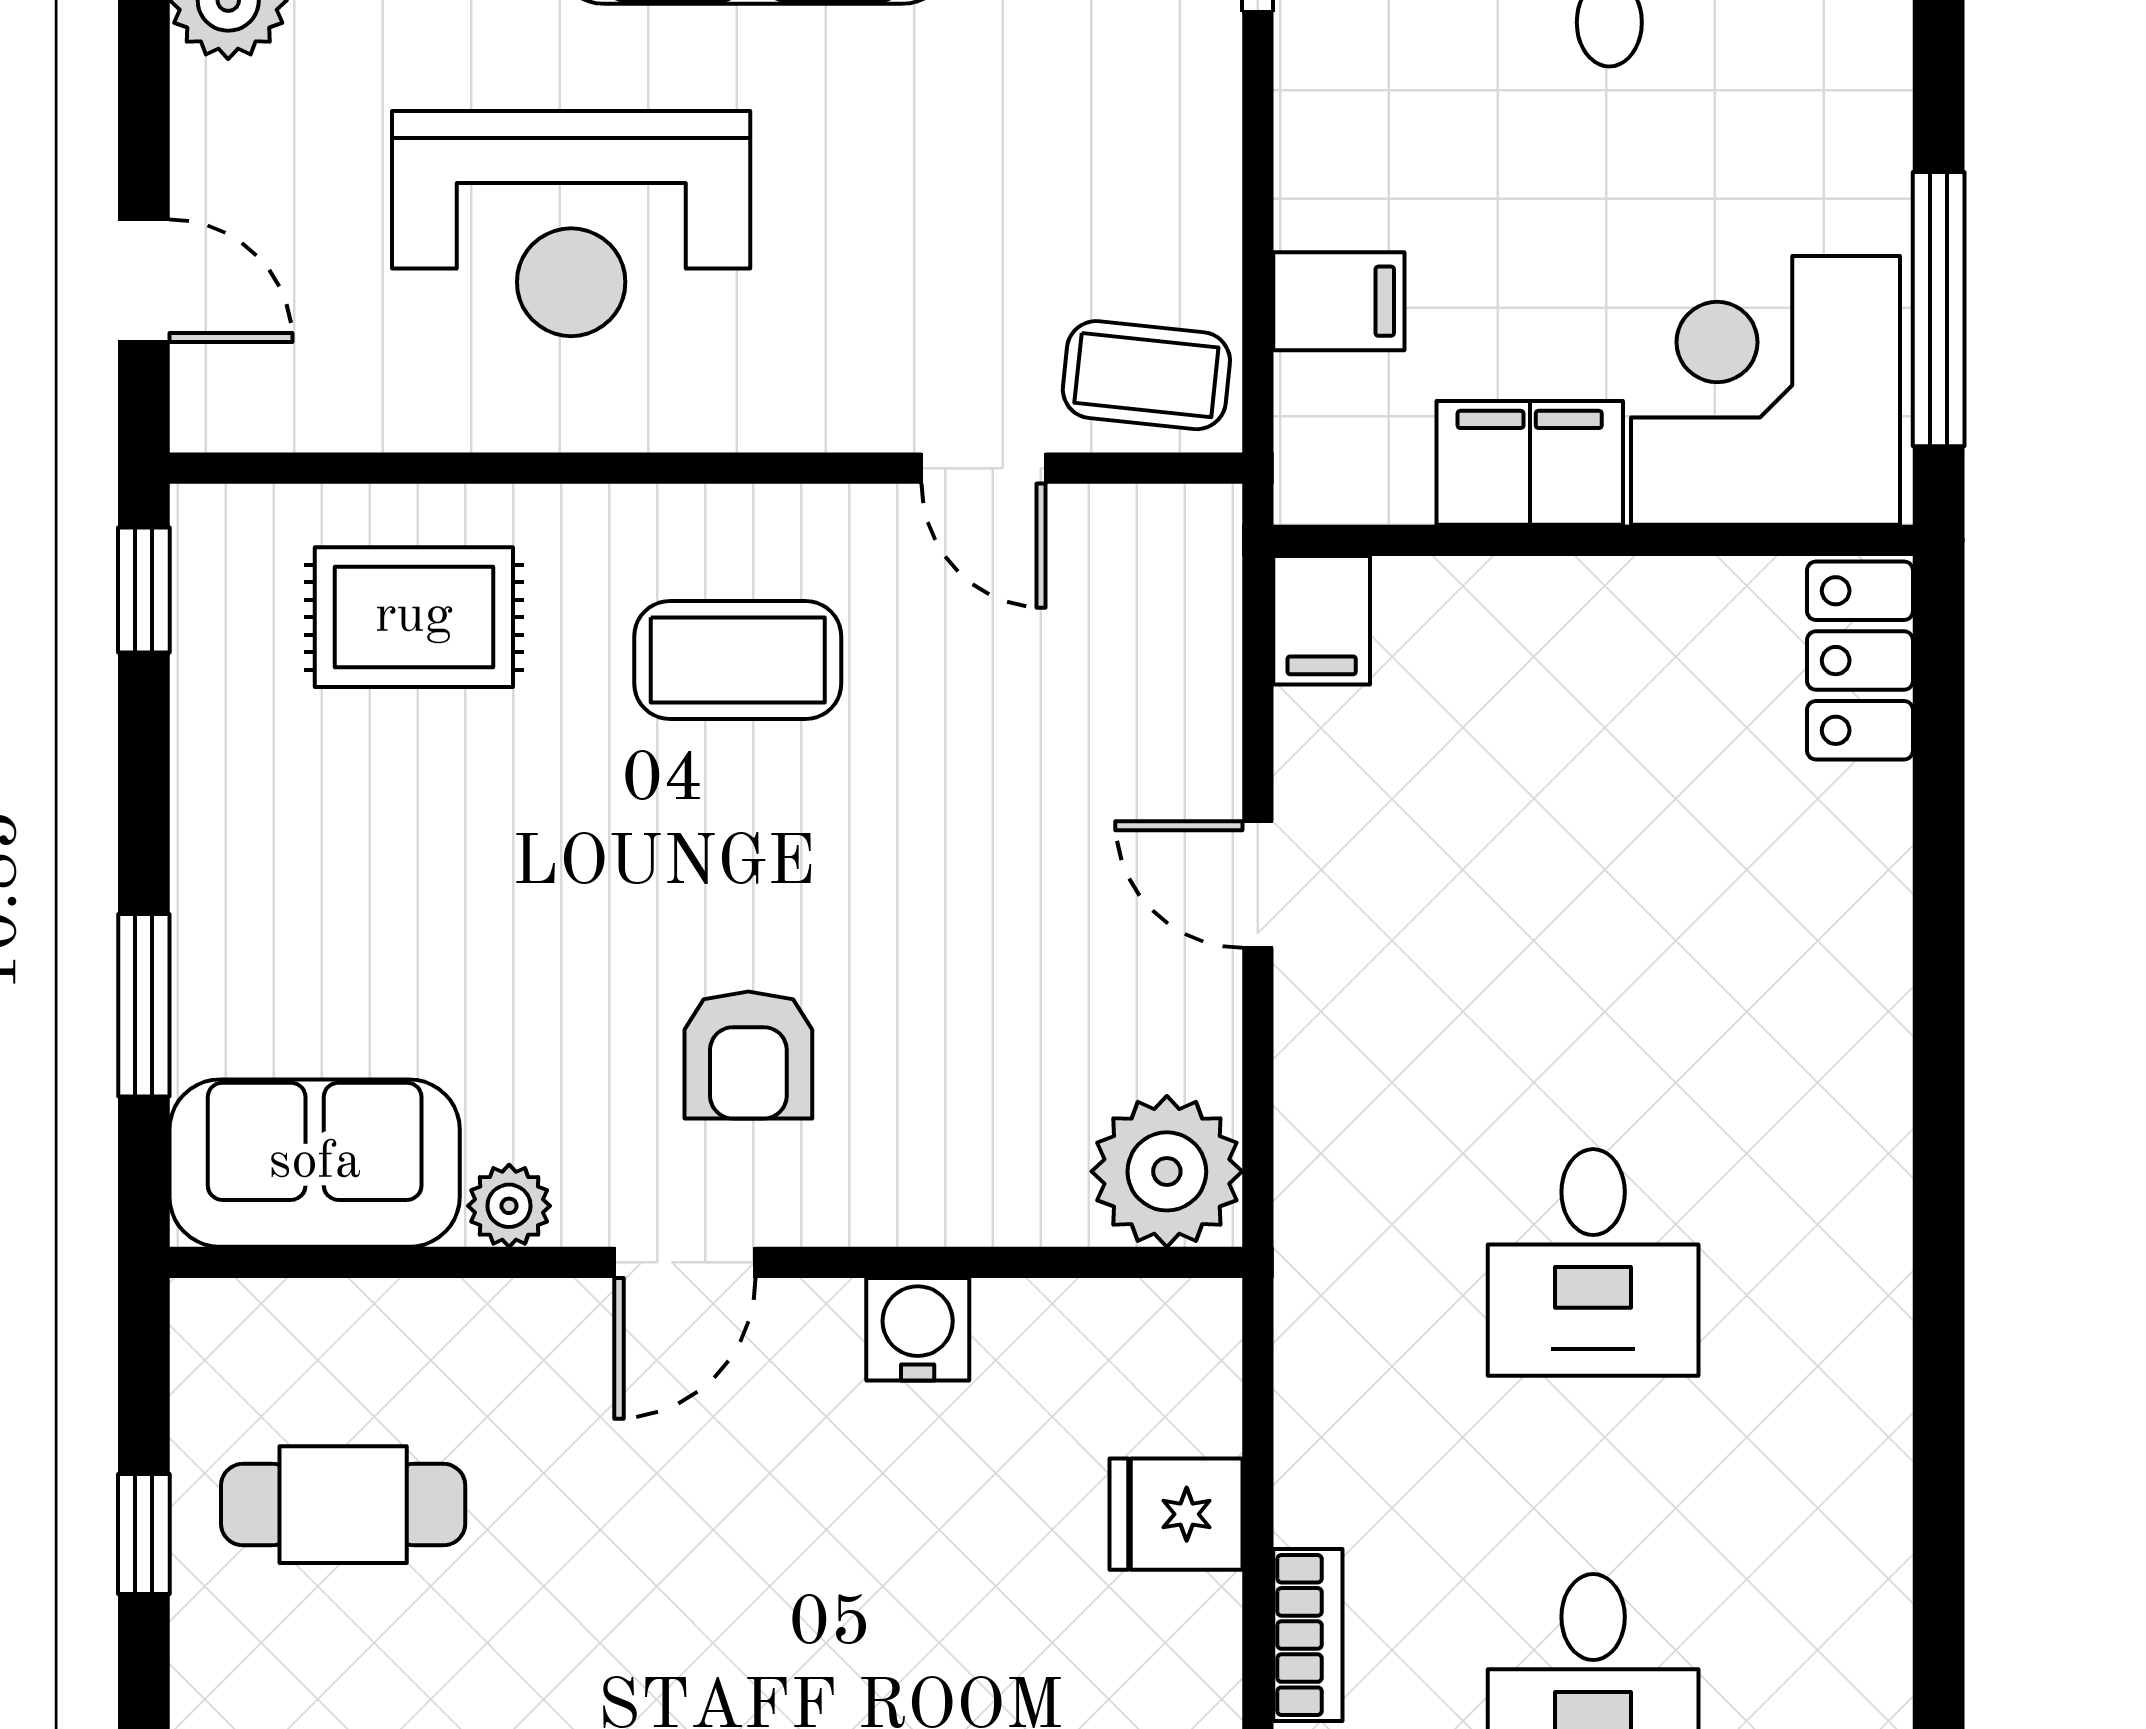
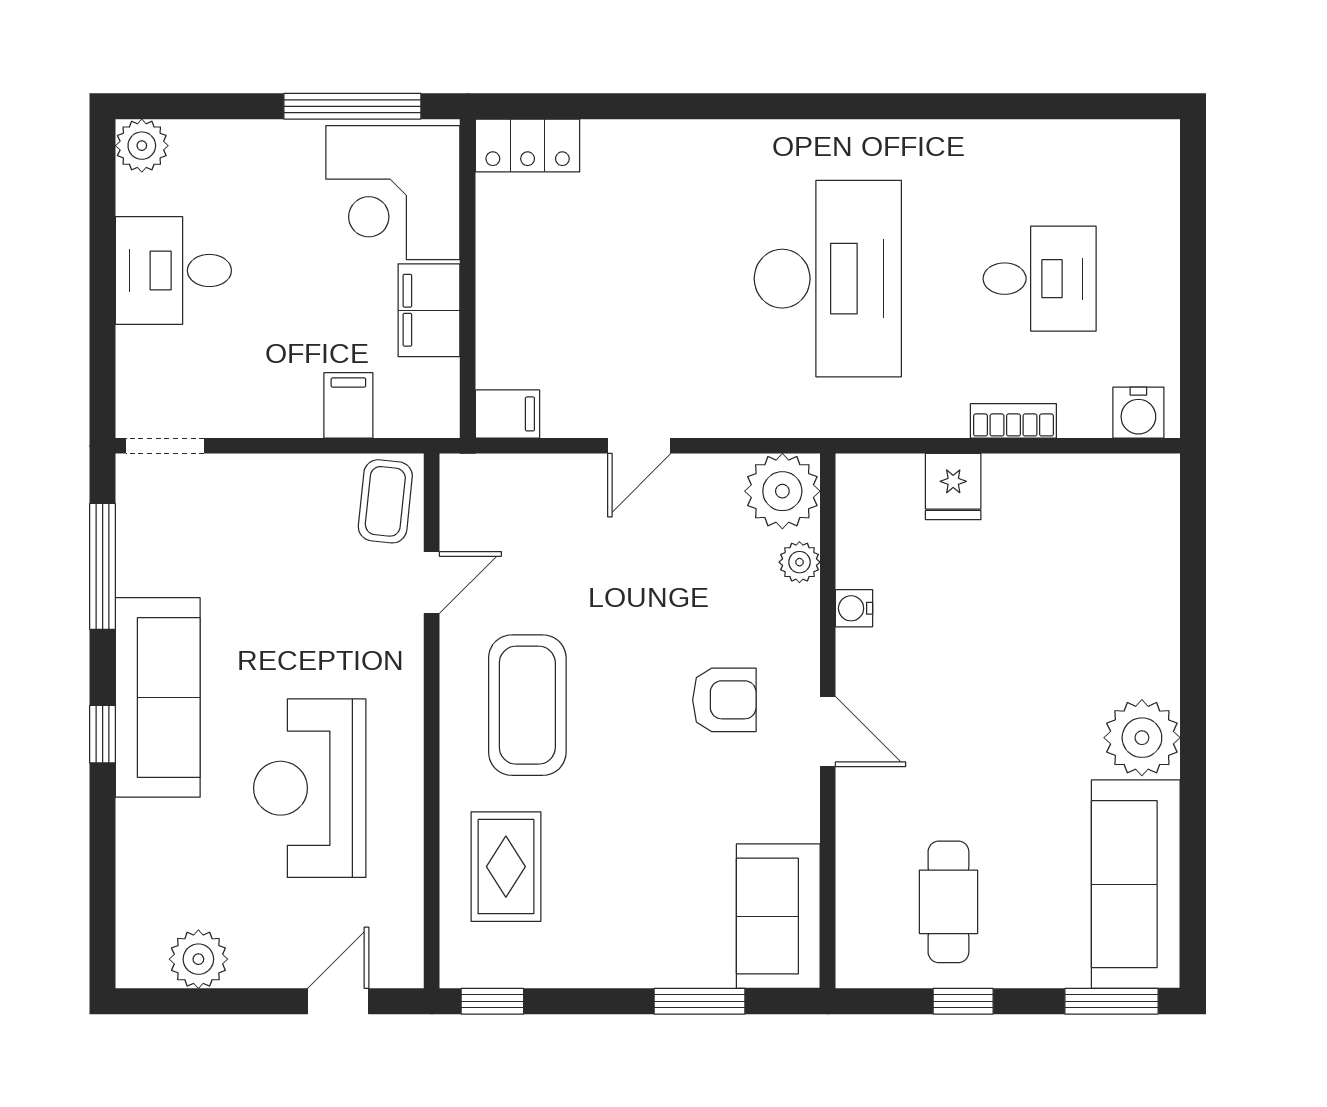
reception desk: (571, 224) -> (310, 788), turned 180
coffee table: (738, 660) -> (527, 705), width x1.36, depth x1.32
plant: (509, 1206) -> (799, 562), moved
desk: (1593, 1262) -> (828, 279), width x1.87, depth x1.30
water cooler: (918, 1329) -> (854, 608), width x0.72, depth x0.72

